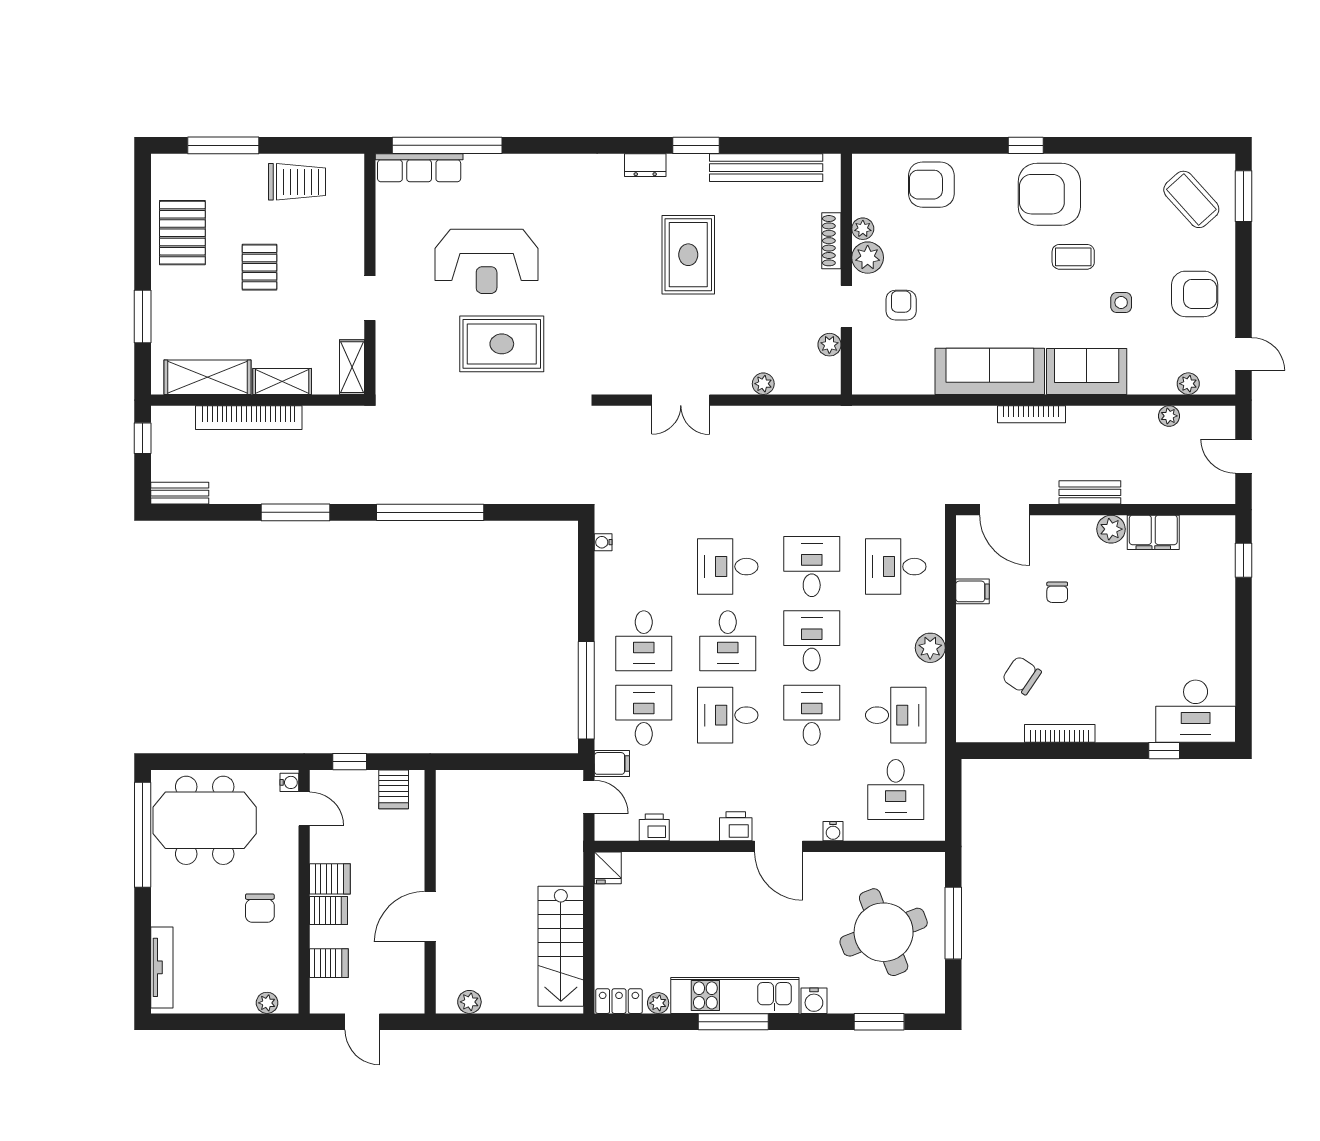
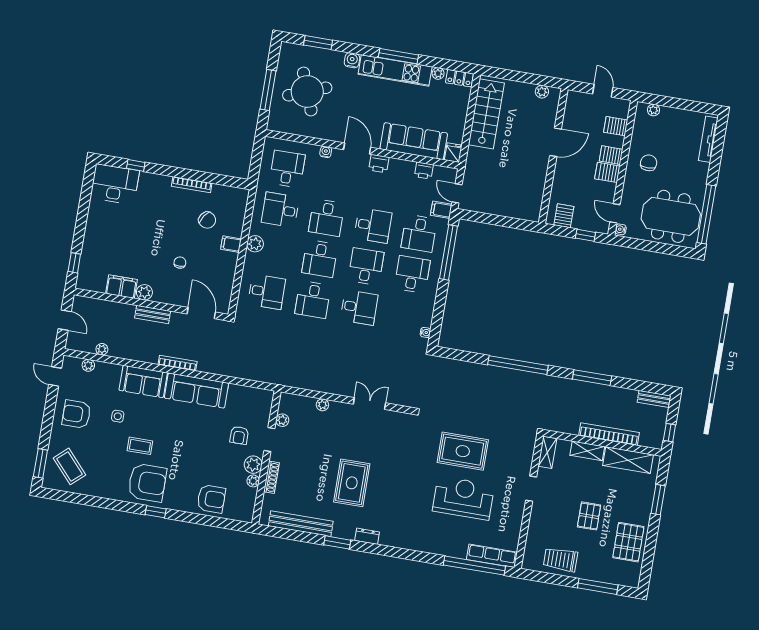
filing cabinet: (973, 591) -> (231, 244), moved
sofa: (681, 876) -> (414, 141), added

